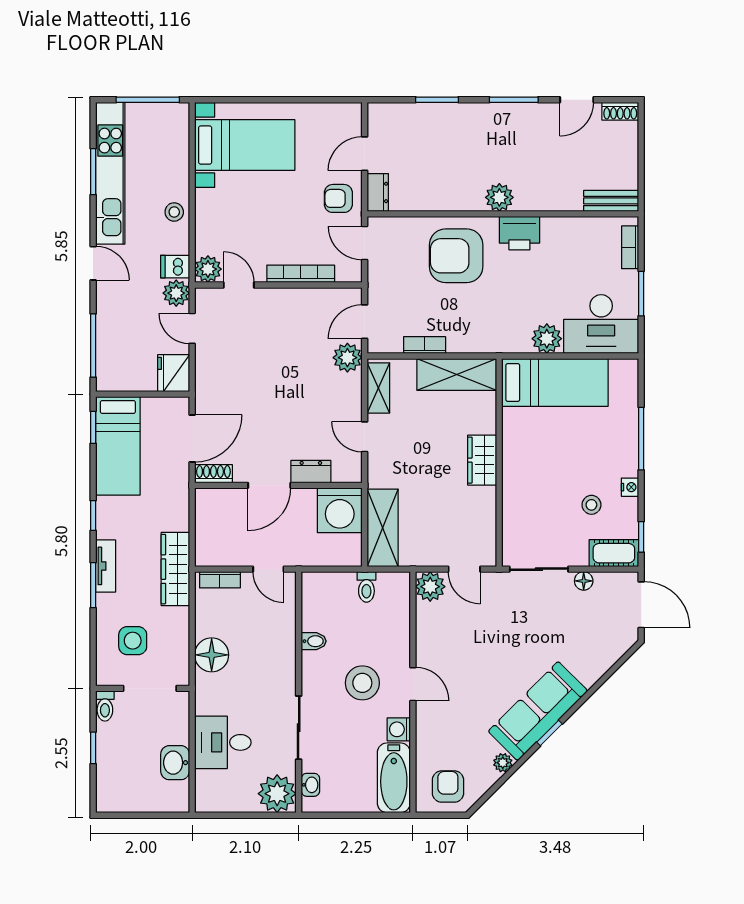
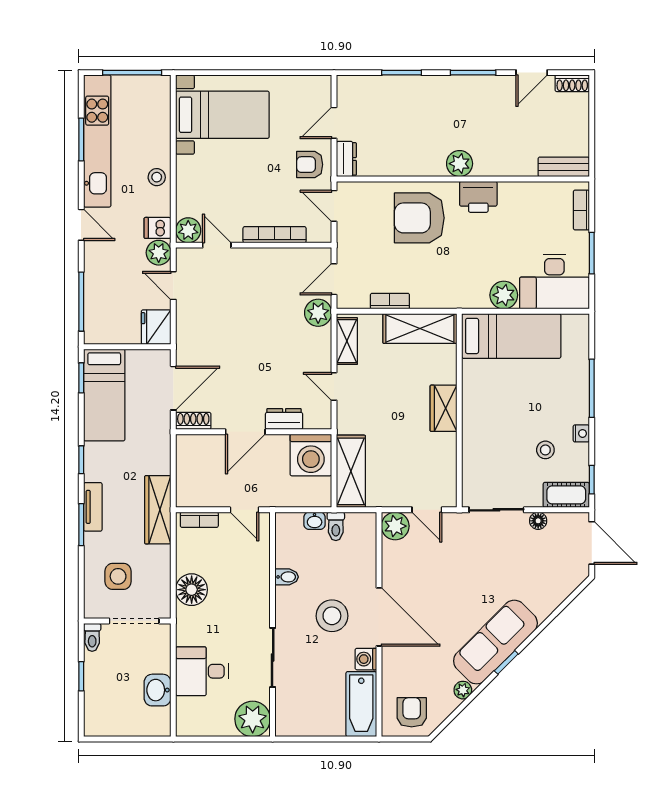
door: (413, 684) -> (379, 617), width x1.87
washbasin: (310, 785) -> (315, 521), moved, turned 90

